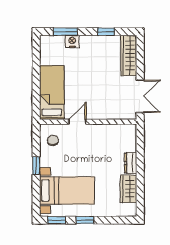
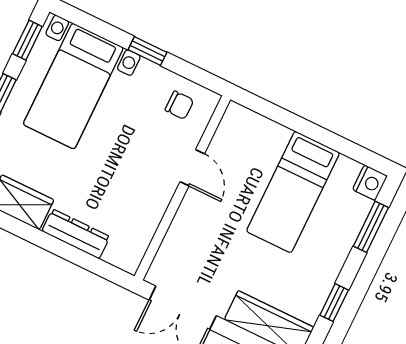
nightstand: (72, 41) -> (370, 183), moved
bed: (52, 93) -> (293, 192), moved, turned 90
dresser: (131, 163) -> (76, 234), width x1.44

